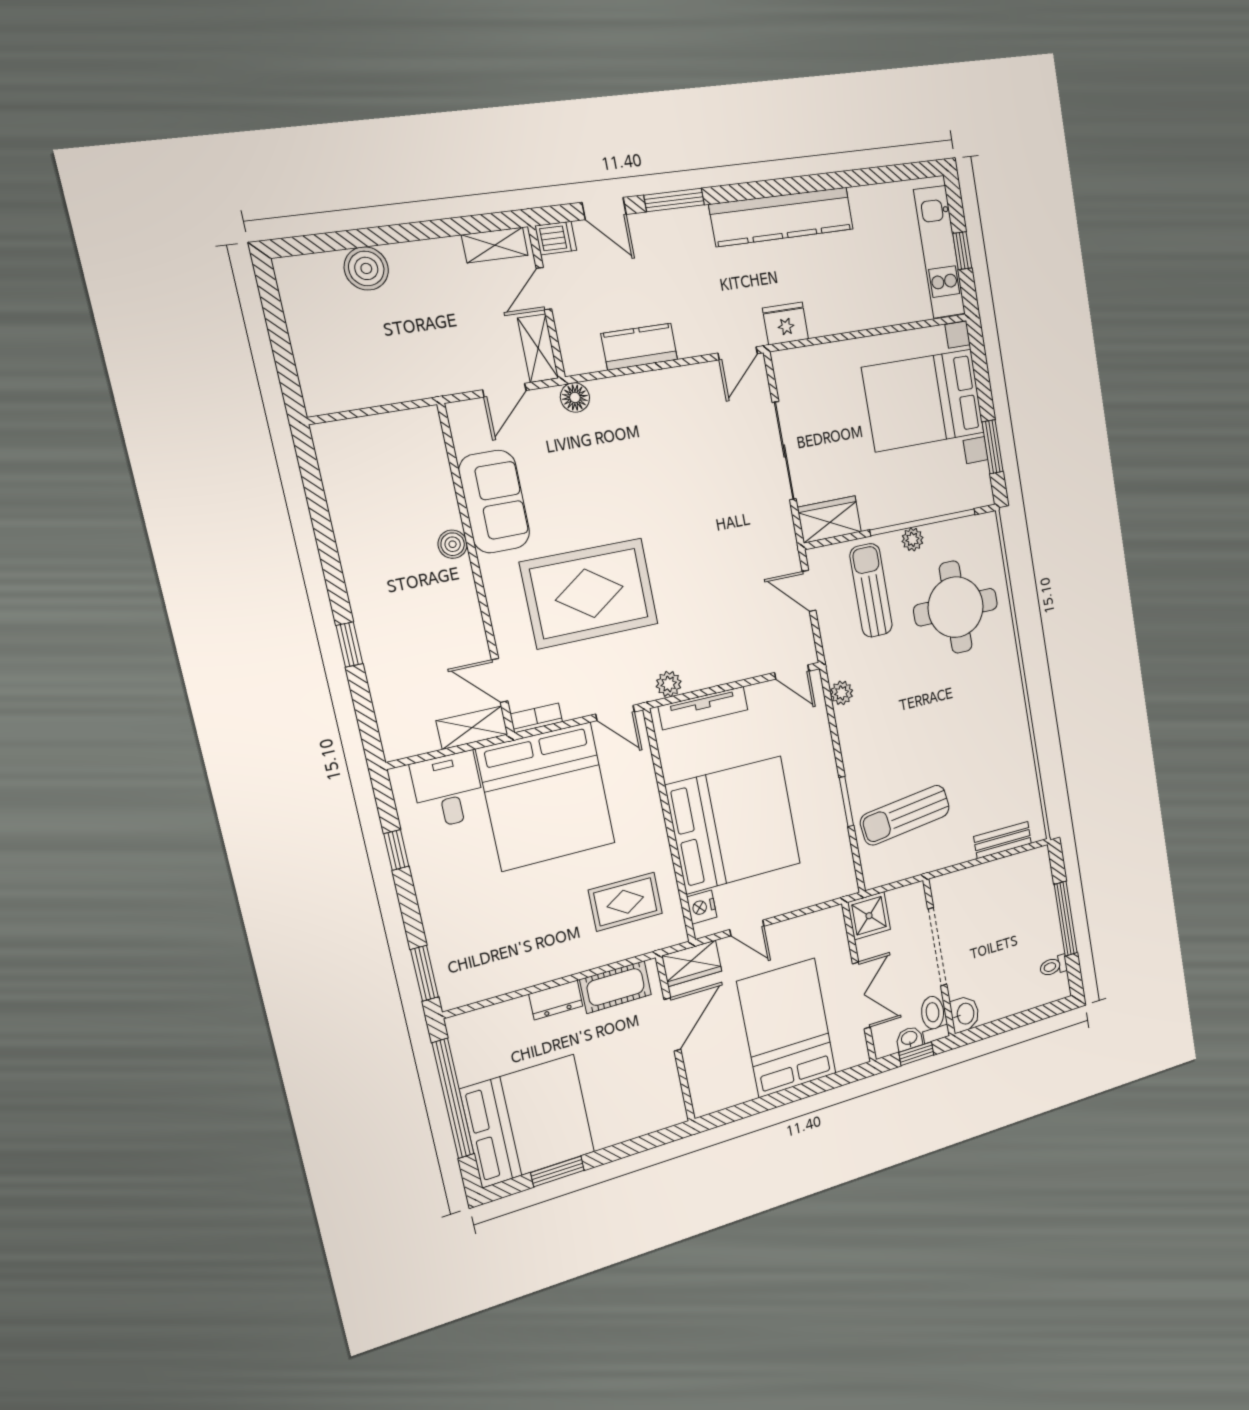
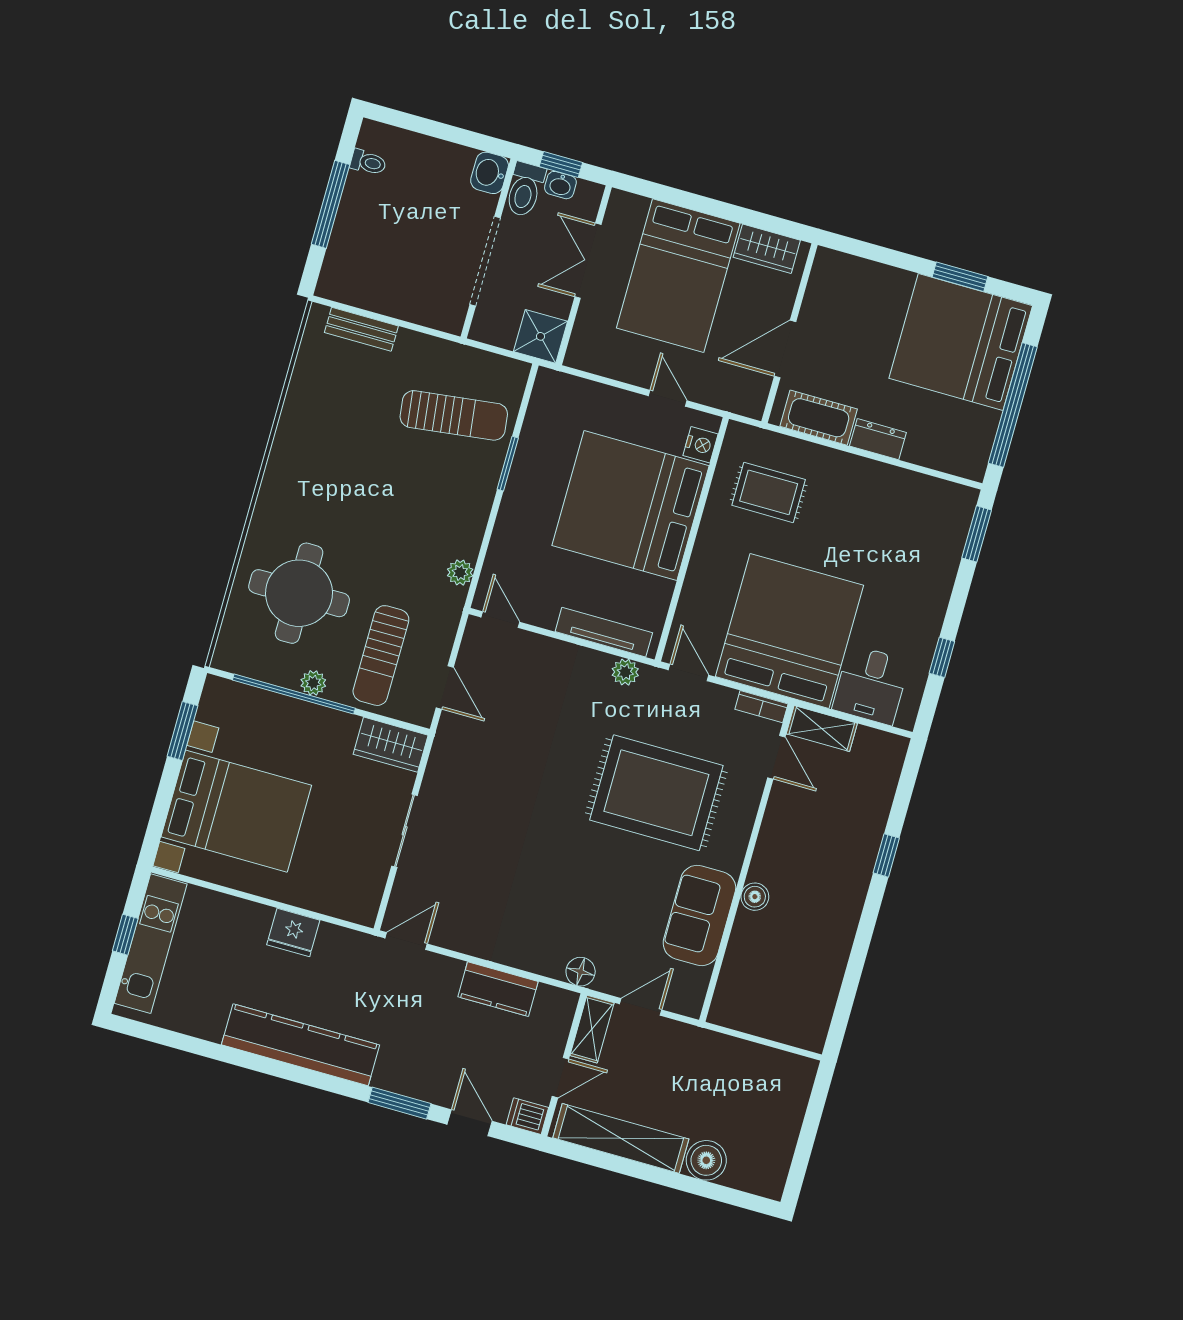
shelving: (495, 245) -> (621, 1138), width x2.20, depth x1.33
fridge: (786, 324) -> (293, 932), moved
sliding door: (784, 451) -> (405, 831), width x0.73
wardrobe: (692, 963) -> (767, 249), moved, turned 180

